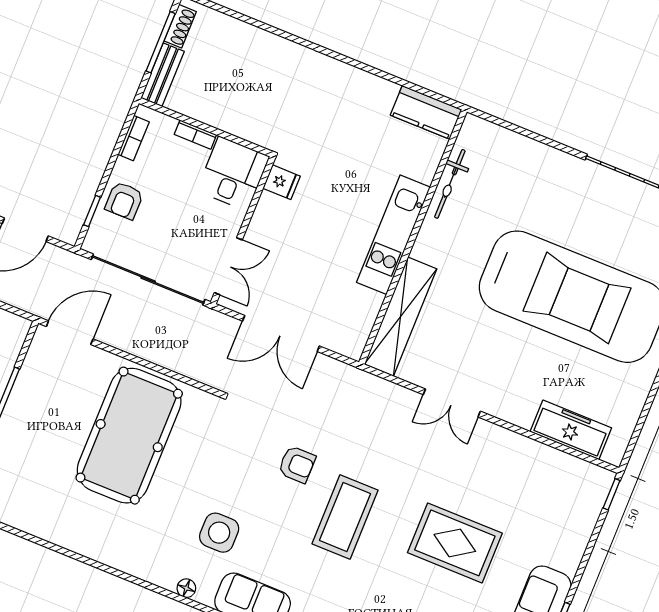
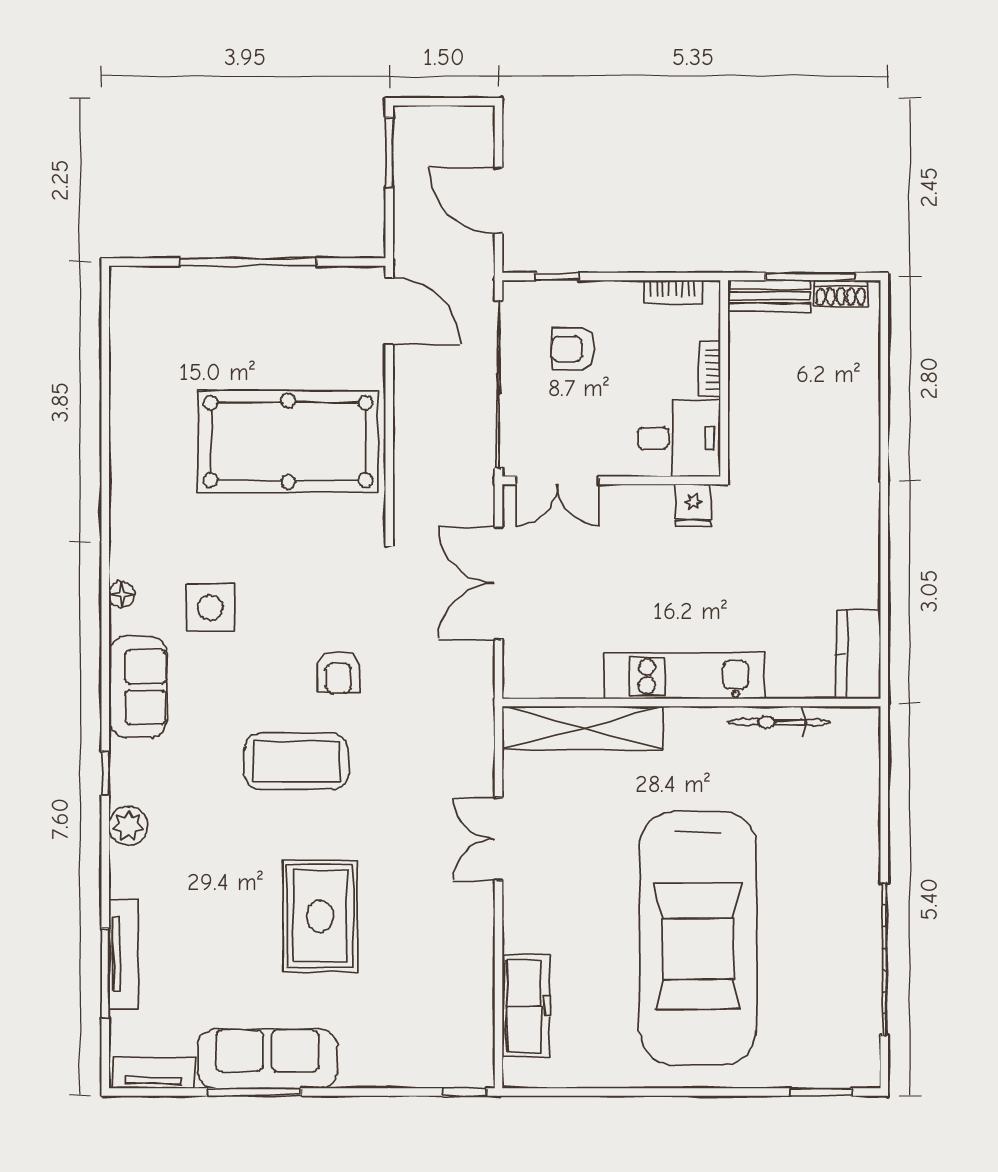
armchair: (124, 201) -> (573, 349), moved

